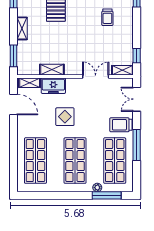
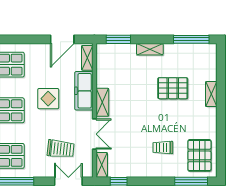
shelving: (52, 70) -> (102, 102), moved
freezer: (53, 86) -> (84, 91), width x1.40
trolley: (121, 125) -> (61, 149), moved, turned 96

